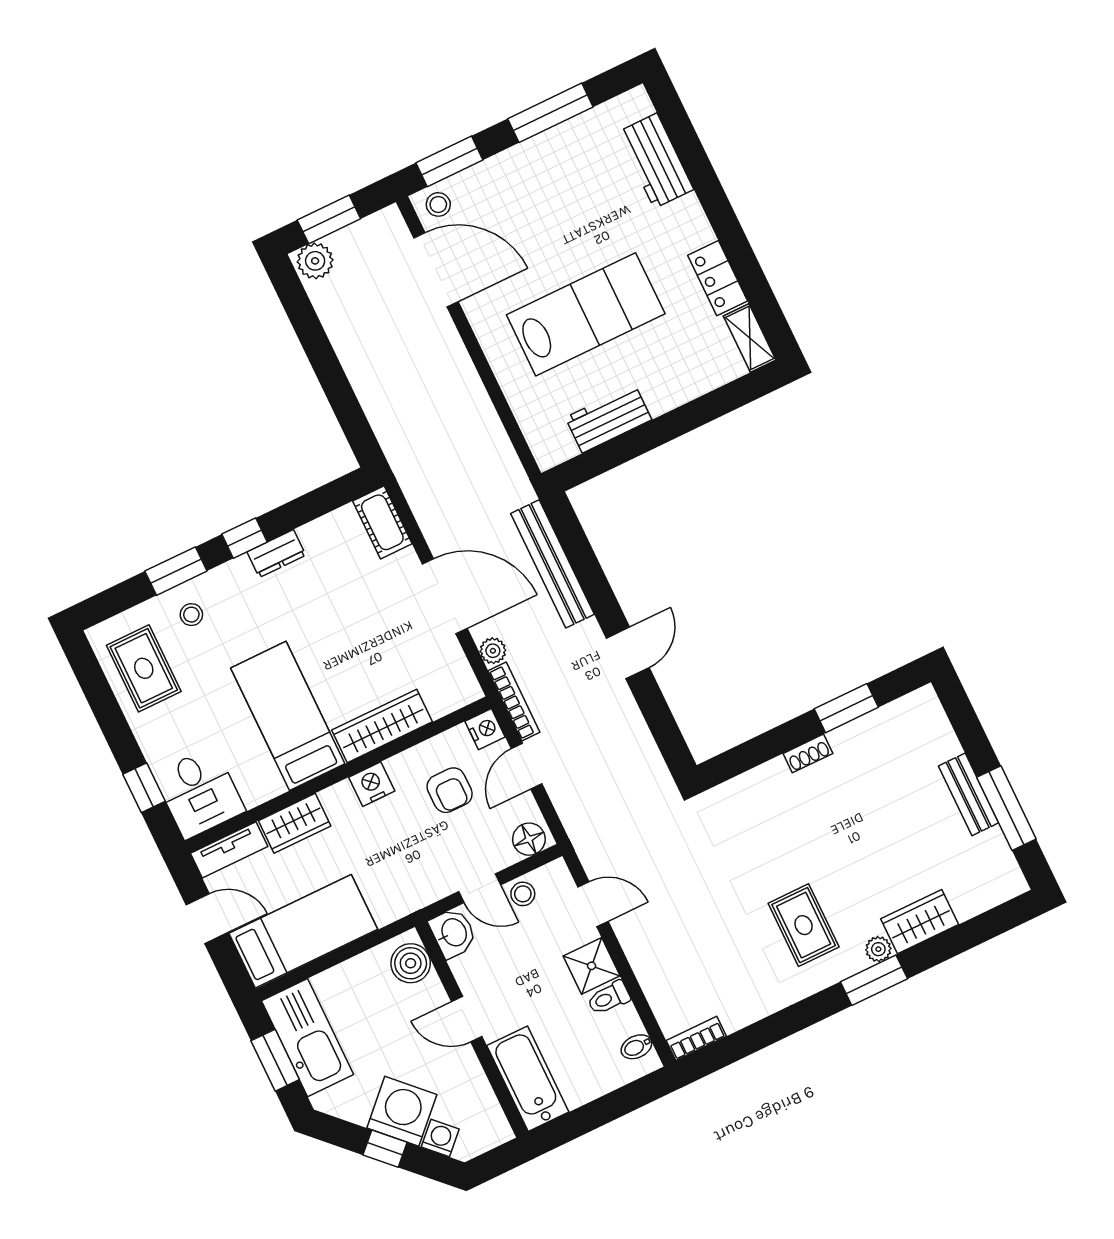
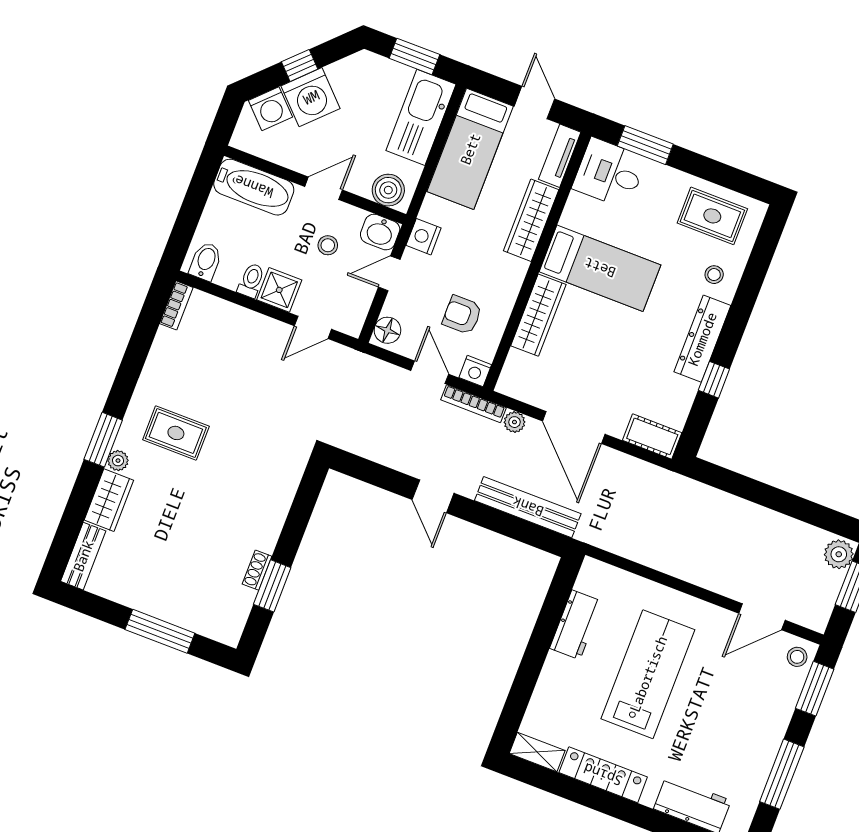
door: (436, 270) -> (762, 617), width x0.73
locker: (718, 278) -> (603, 775), width x1.53
lab bench: (586, 314) -> (648, 674), turned 180
window: (245, 538) -> (714, 380), moved
dresser: (276, 554) -> (702, 339), width x1.96, depth x1.24
window: (176, 571) -> (748, 292), removed
door: (445, 596) -> (574, 428), hinge flipped
shoe rack: (808, 753) -> (257, 570), moved
nightstand: (372, 784) -> (424, 237), moved, turned 180
window: (144, 788) -> (645, 145), width x1.50
bench: (969, 794) -> (83, 556), moved, turned 90
window: (1006, 808) -> (160, 631), moved
wardrobe: (295, 823) -> (531, 220), width x1.50
stool: (523, 894) -> (328, 245), moved
door: (207, 919) -> (534, 102), swing flipped
kitchen sink: (308, 1038) -> (421, 117), moved, turned 90
bidet: (636, 1047) -> (206, 261), width x1.38, depth x1.36
washing machine: (440, 1138) -> (270, 109), width x1.38, depth x1.38

